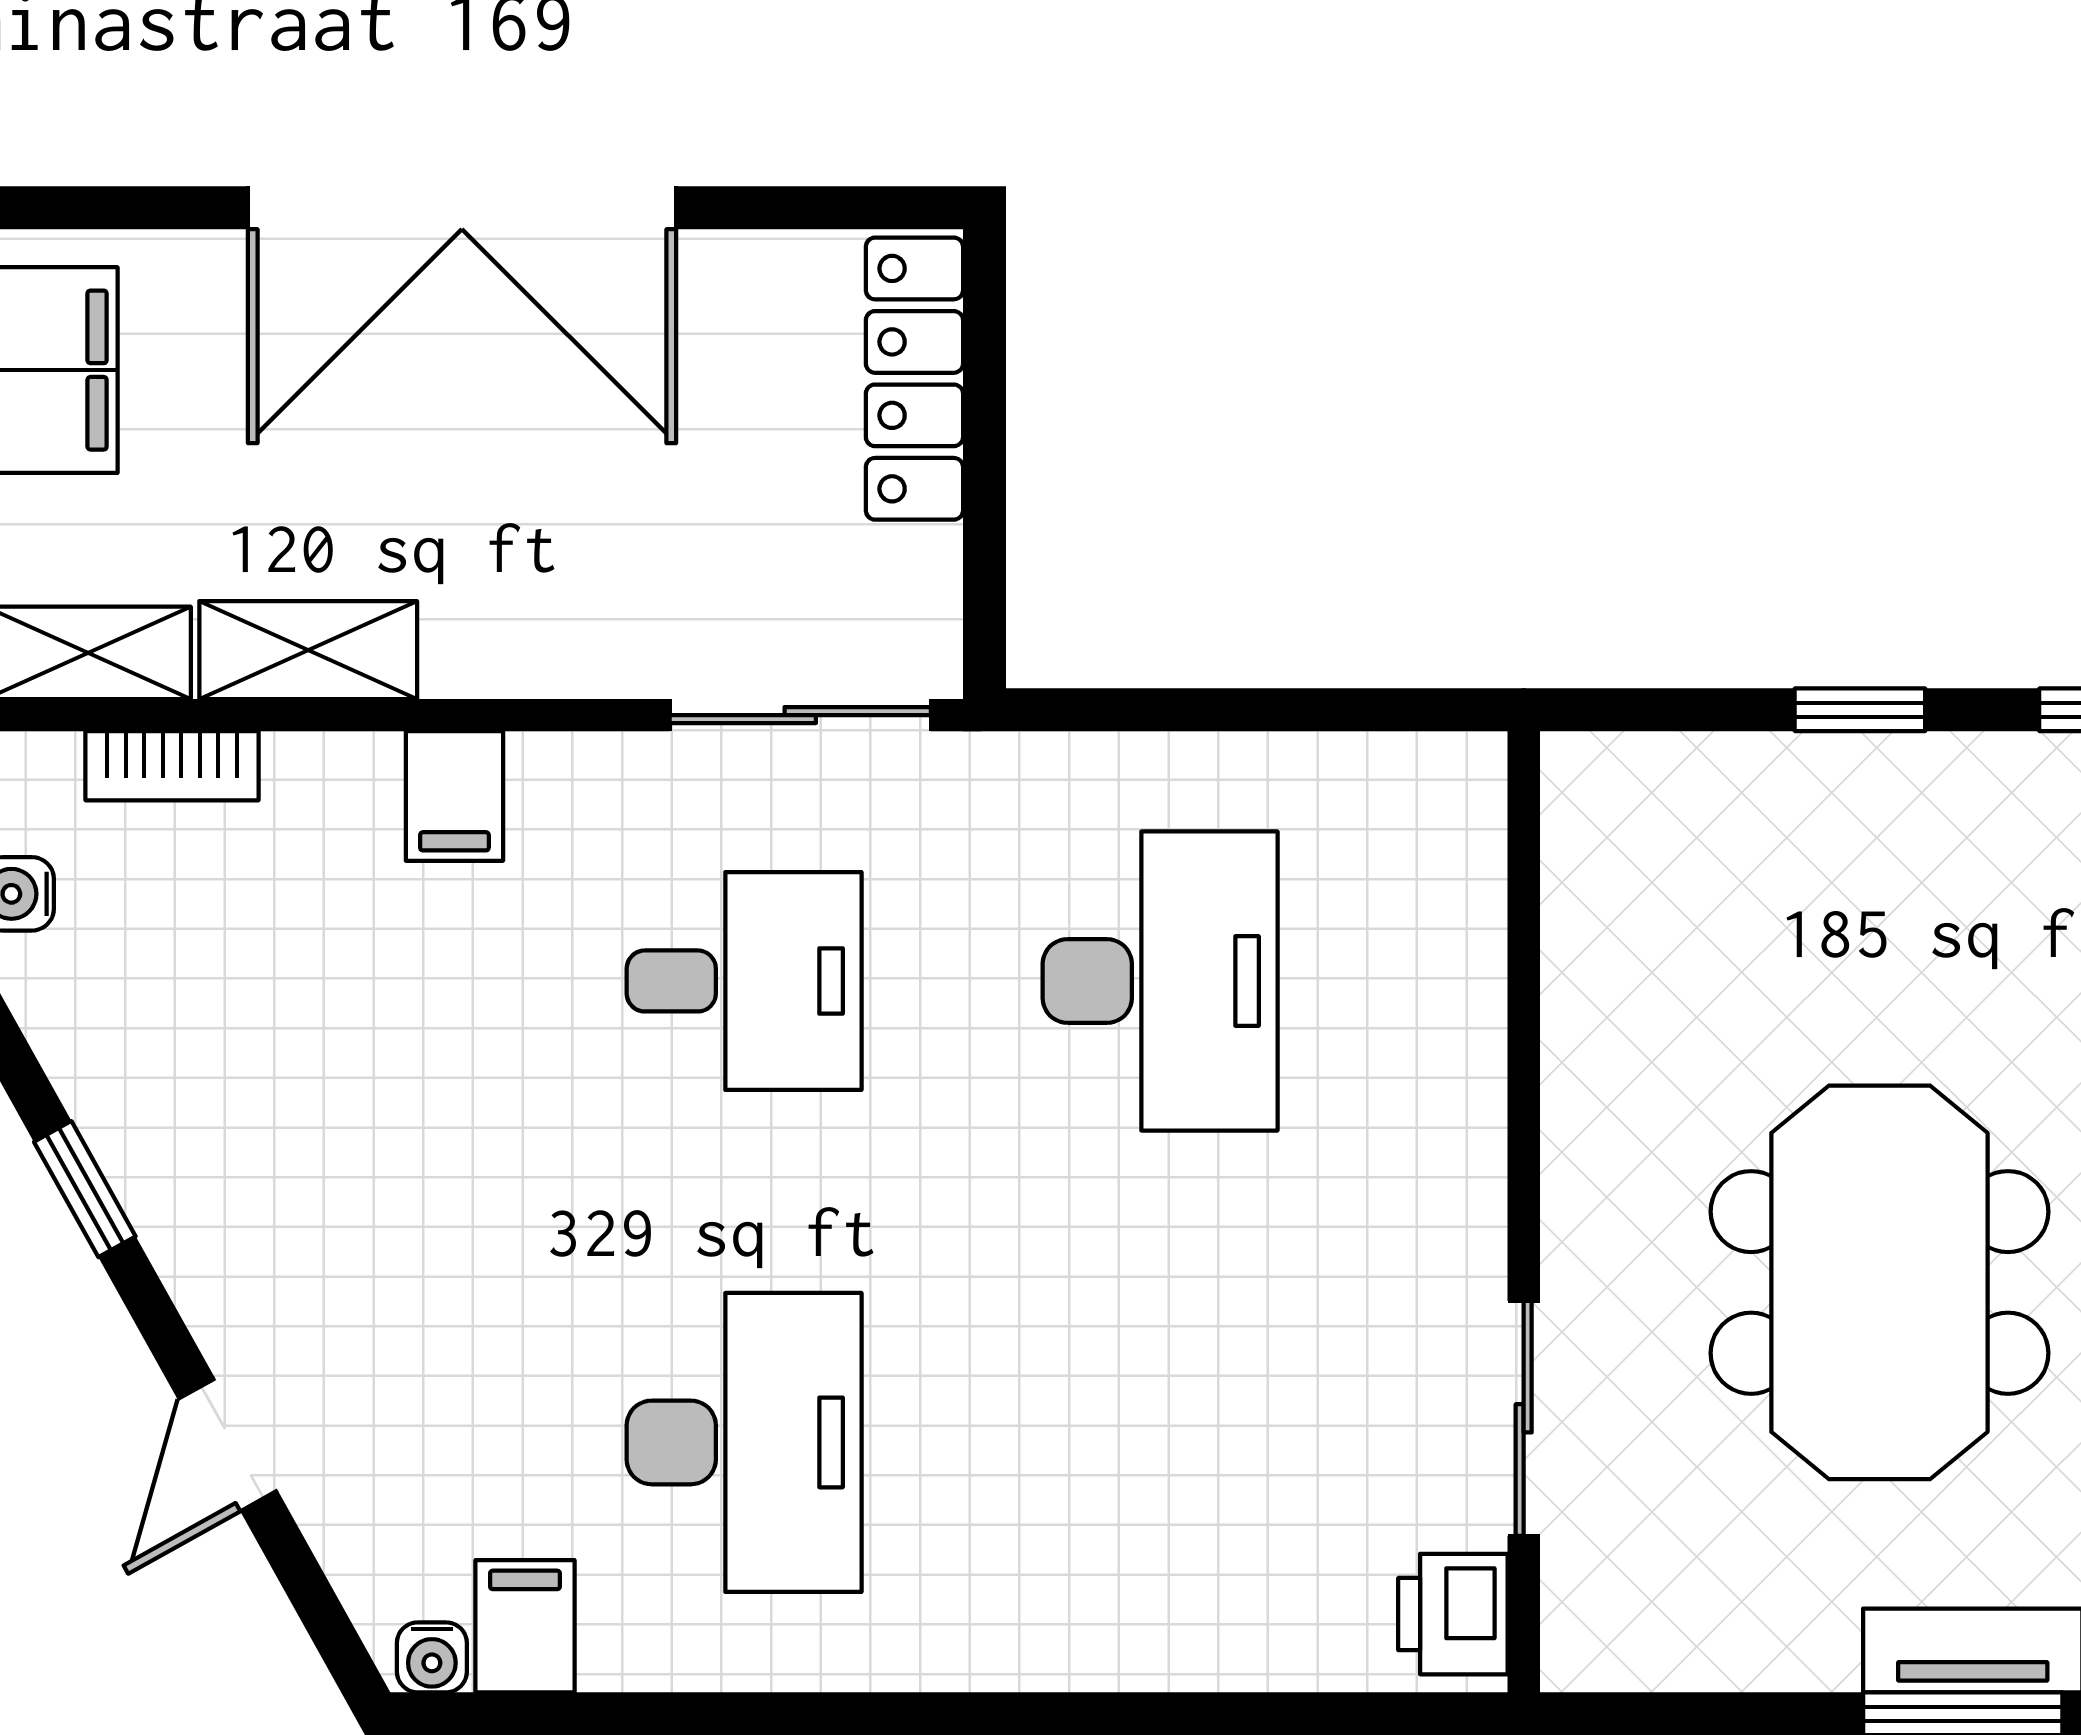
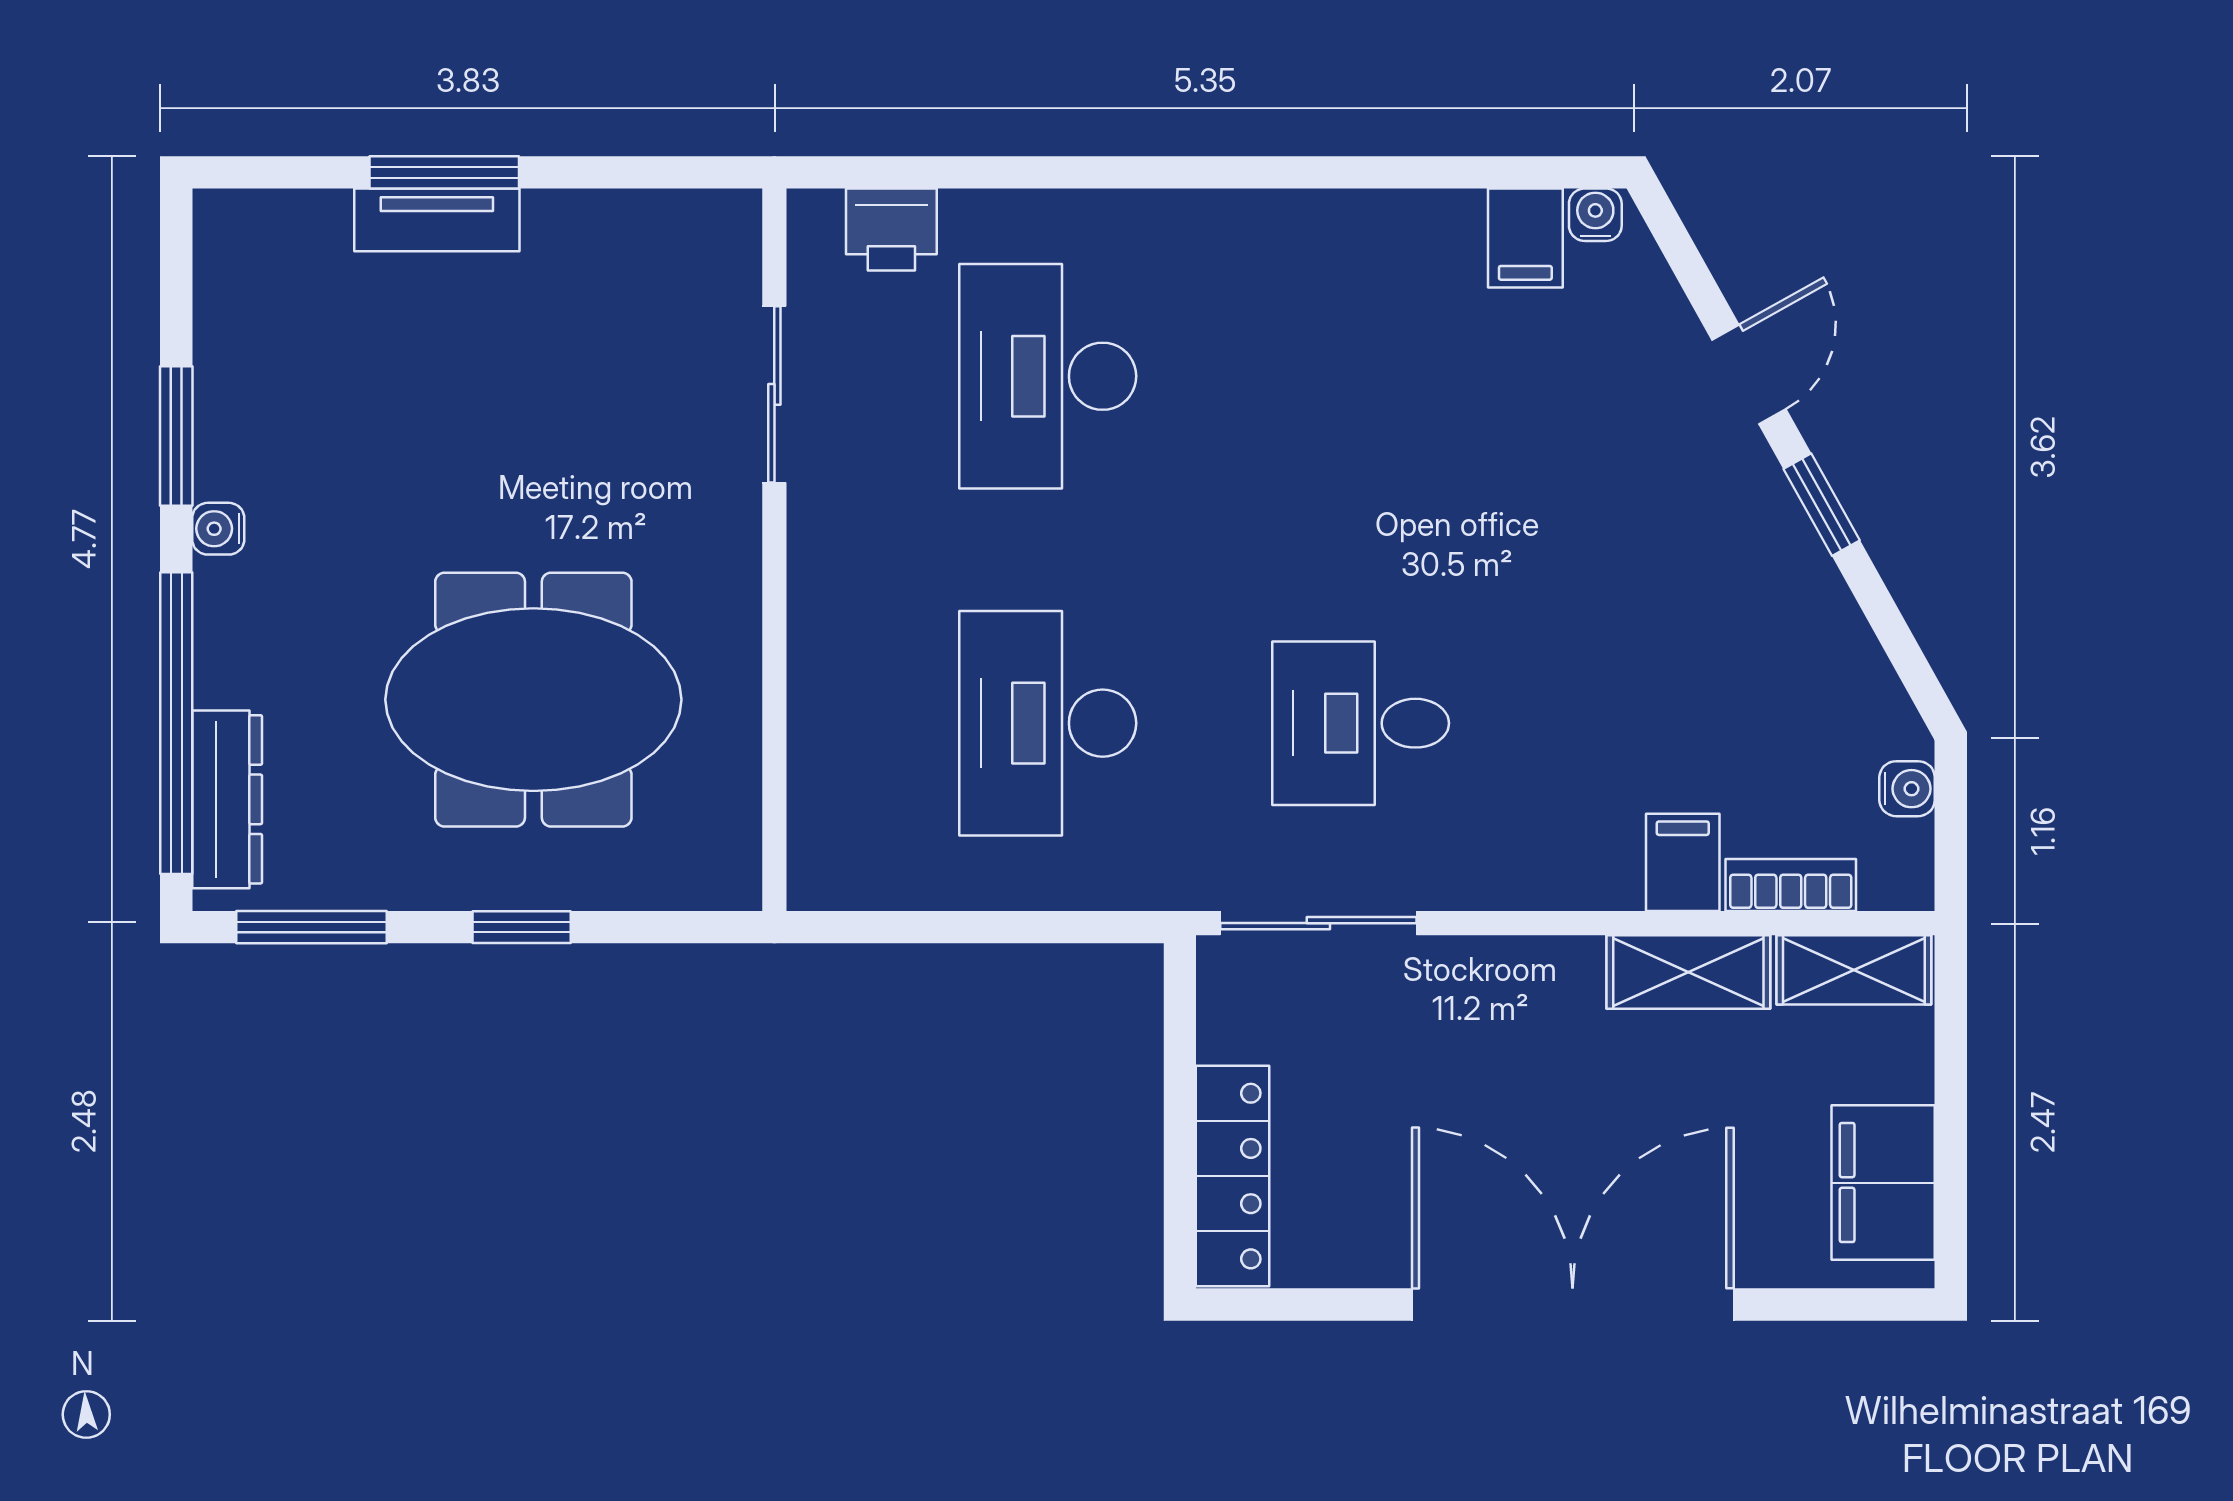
filing cabinet: (454, 796) -> (1683, 862), moved
window: (85, 1189) -> (1822, 505), moved
meeting table: (1879, 1282) -> (533, 700), moved, turned 90
desk: (744, 1442) -> (1048, 376), moved
printer: (1453, 1614) -> (891, 230), moved, turned 90

